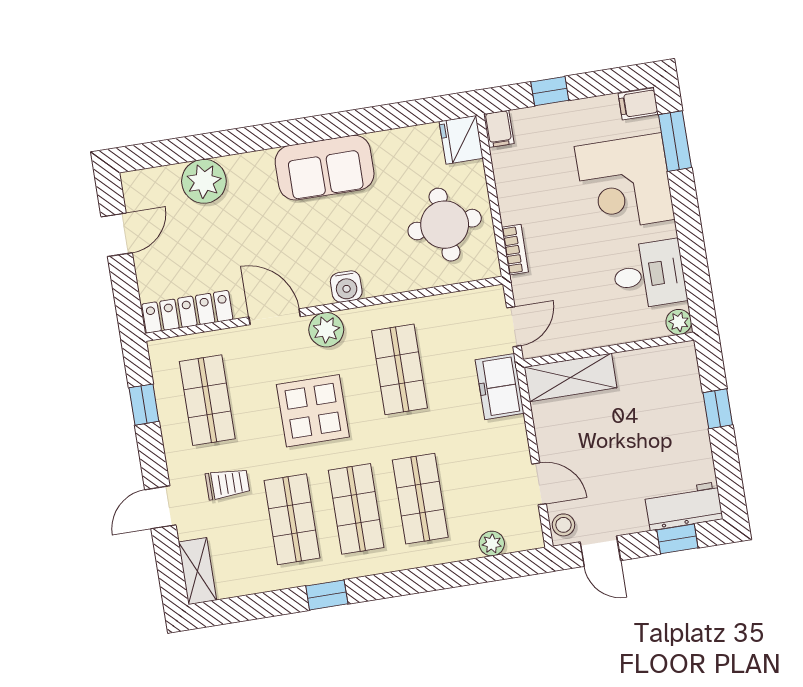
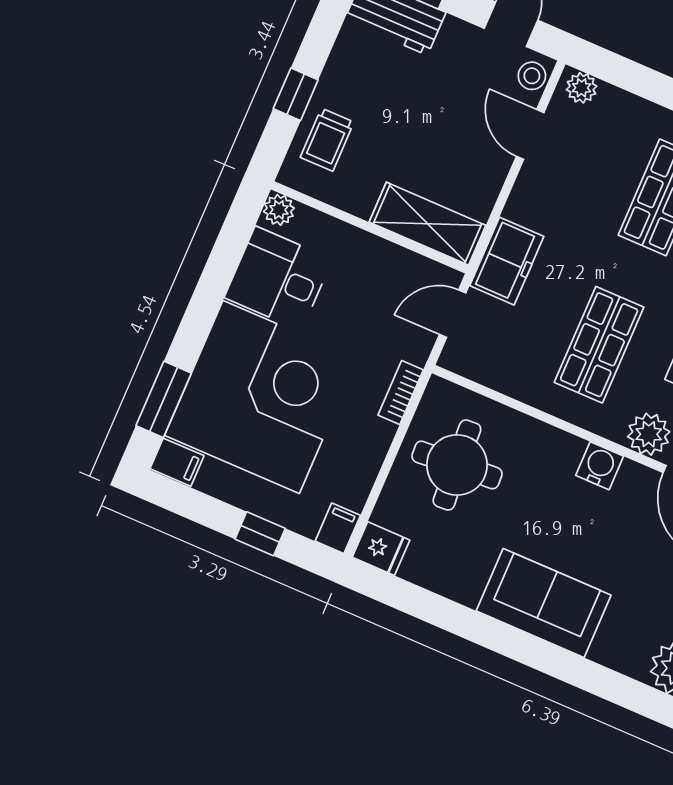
fridge: (461, 140) -> (381, 549), width x0.72
corner desk: (625, 183) -> (261, 397), width x1.36, depth x1.36
trolley: (676, 391) -> (327, 140), added
plant: (492, 544) -> (582, 88), moved

